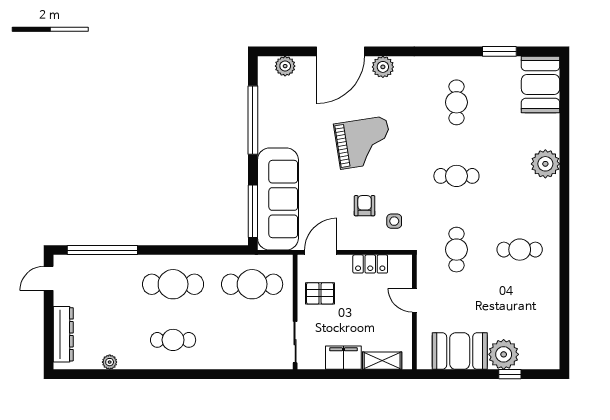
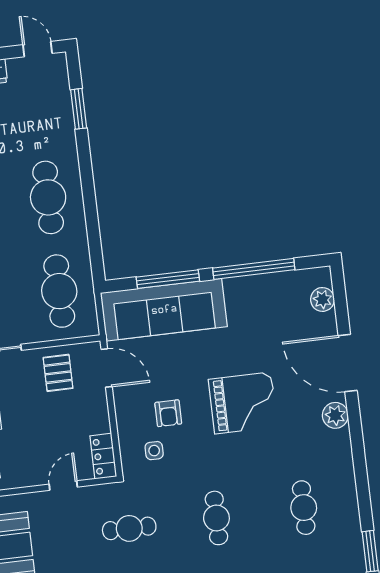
cafe table: (456, 102) -> (304, 508), turned 90
grand piano: (363, 143) -> (243, 403), turned -81
armchair: (365, 206) -> (168, 413), turned 90
window: (253, 211) -> (168, 279), moved
window: (102, 250) -> (79, 109), width x0.47
locker: (370, 264) -> (103, 456), moved

